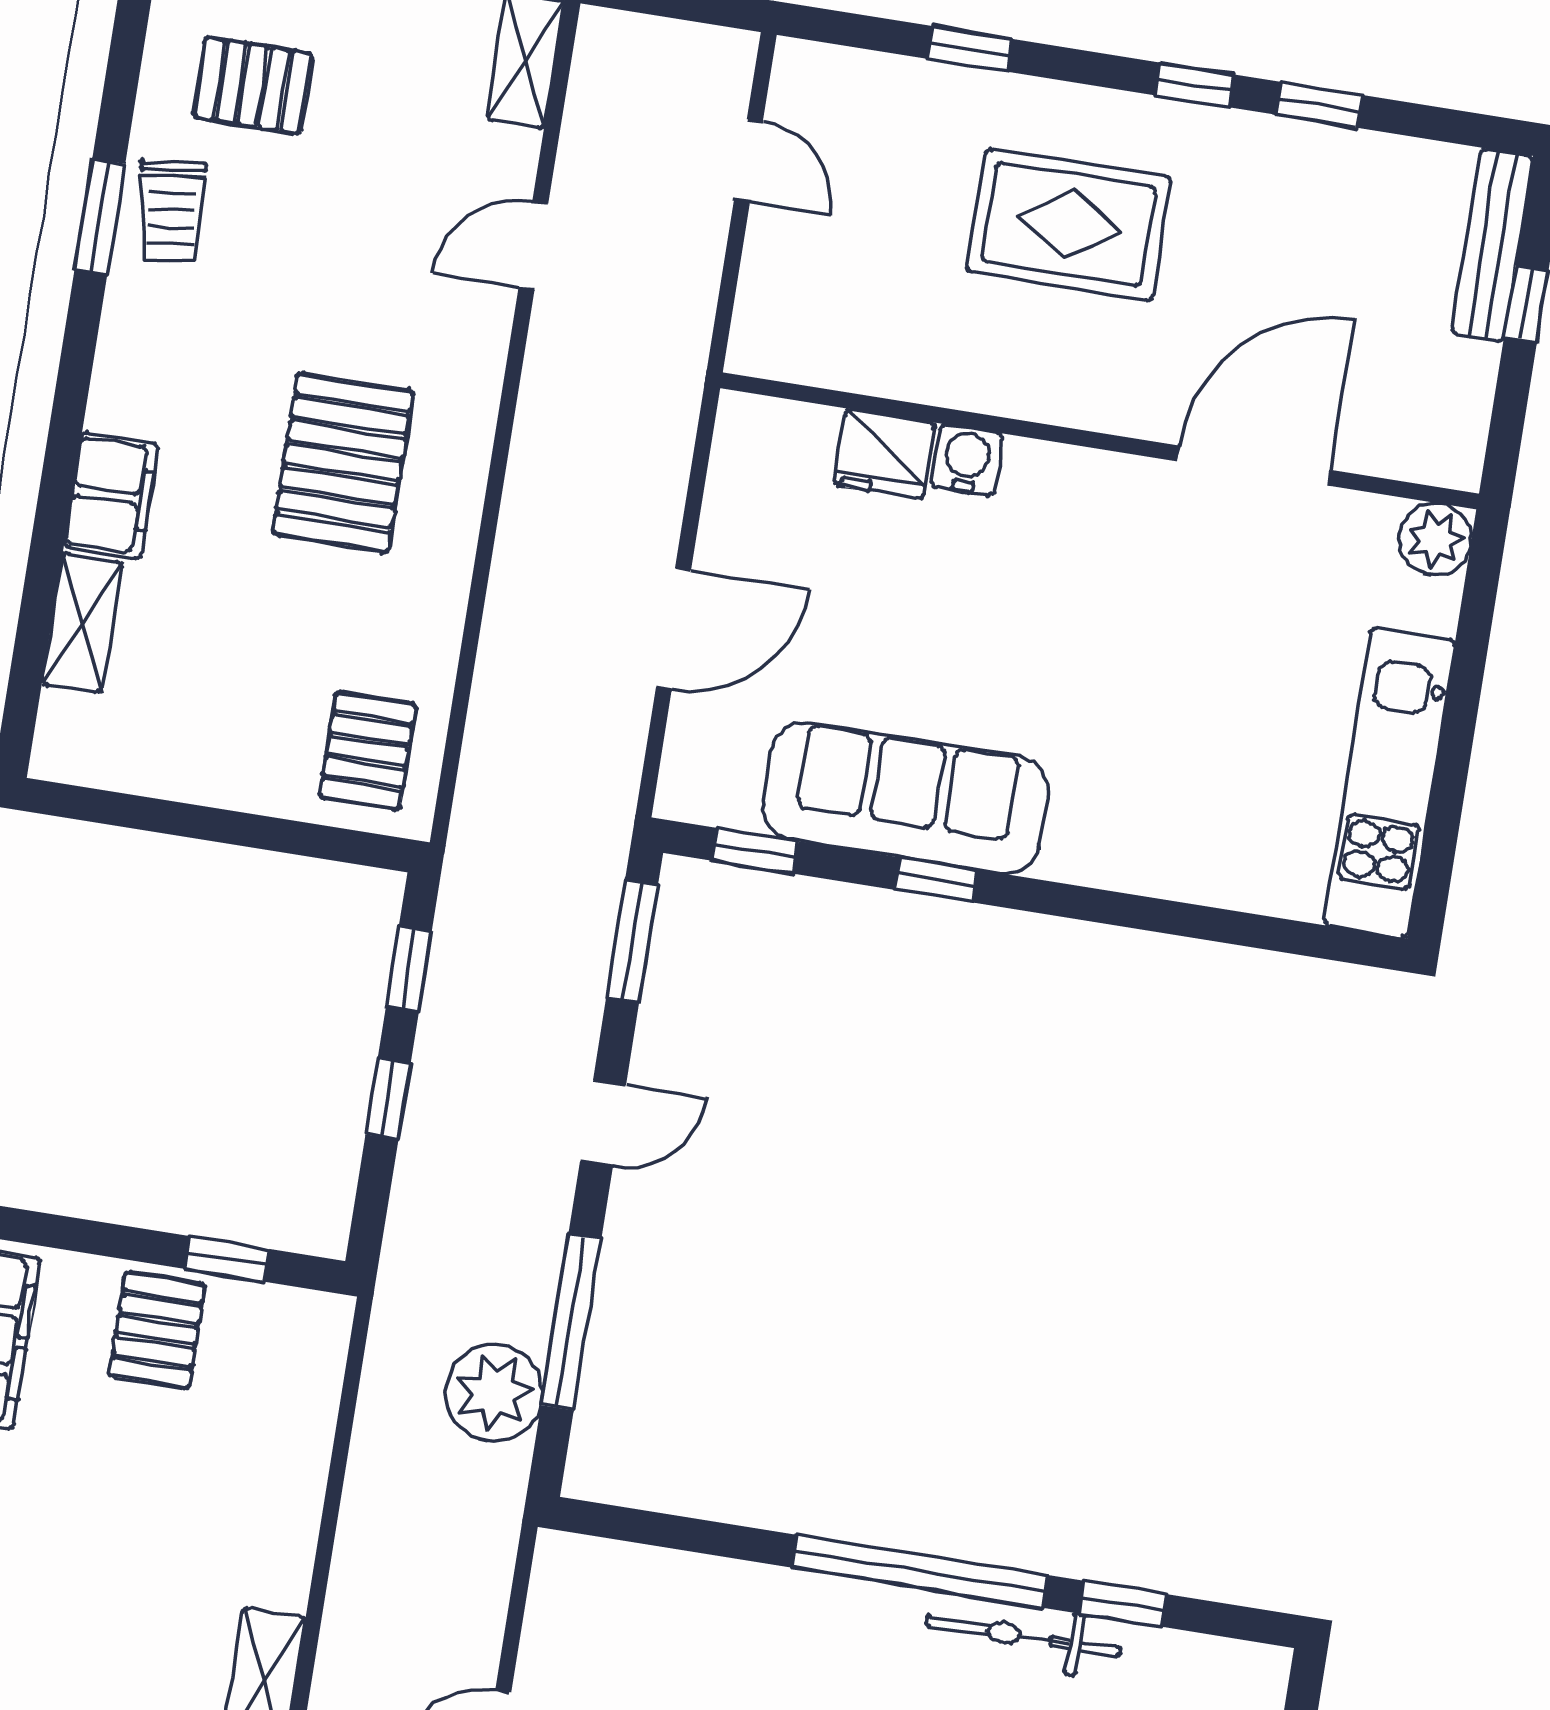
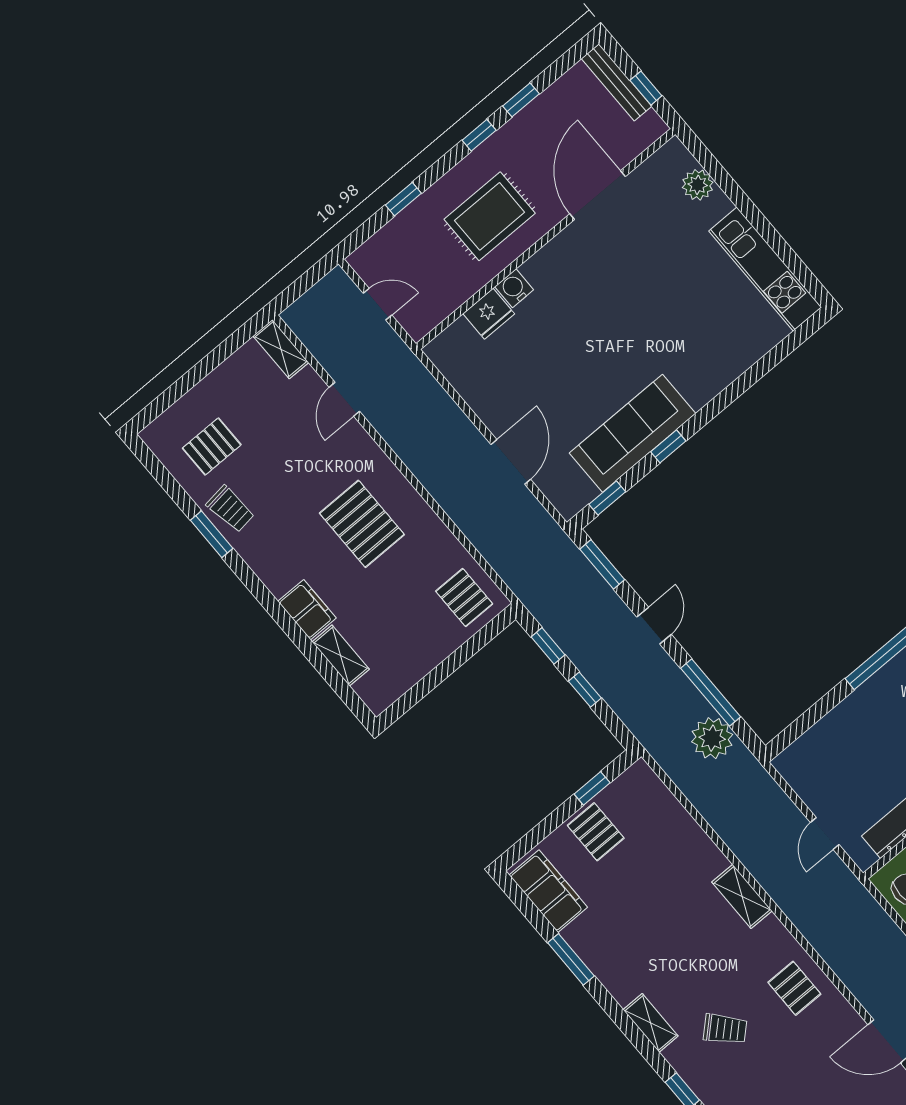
wall: (1100, 441) -> (546, 239), moved
fridge: (885, 454) -> (489, 314), moved
water cooler: (967, 460) -> (514, 288), moved
door: (1254, 466) -> (598, 195), moved

